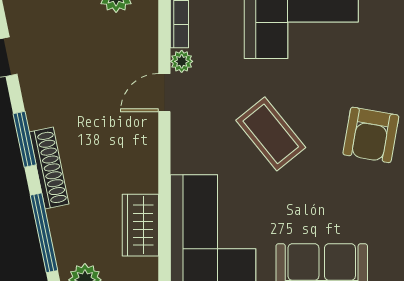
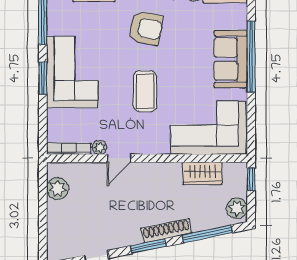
door: (164, 93) -> (119, 158), hinge flipped
coffee table: (271, 134) -> (145, 91), turned -51

